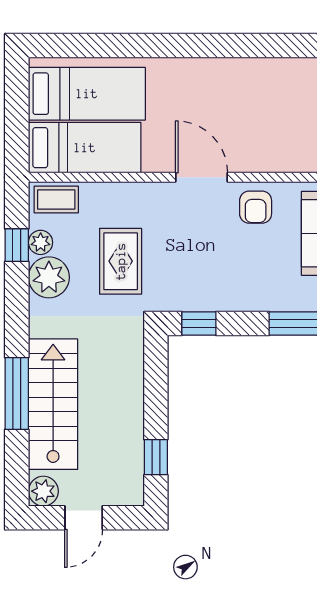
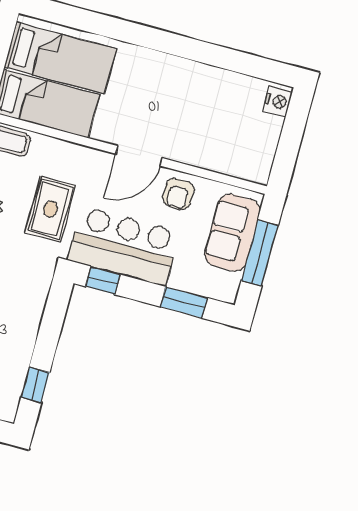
door: (202, 177) -> (139, 156), swing flipped
bar counter: (212, 280) -> (124, 246), added

